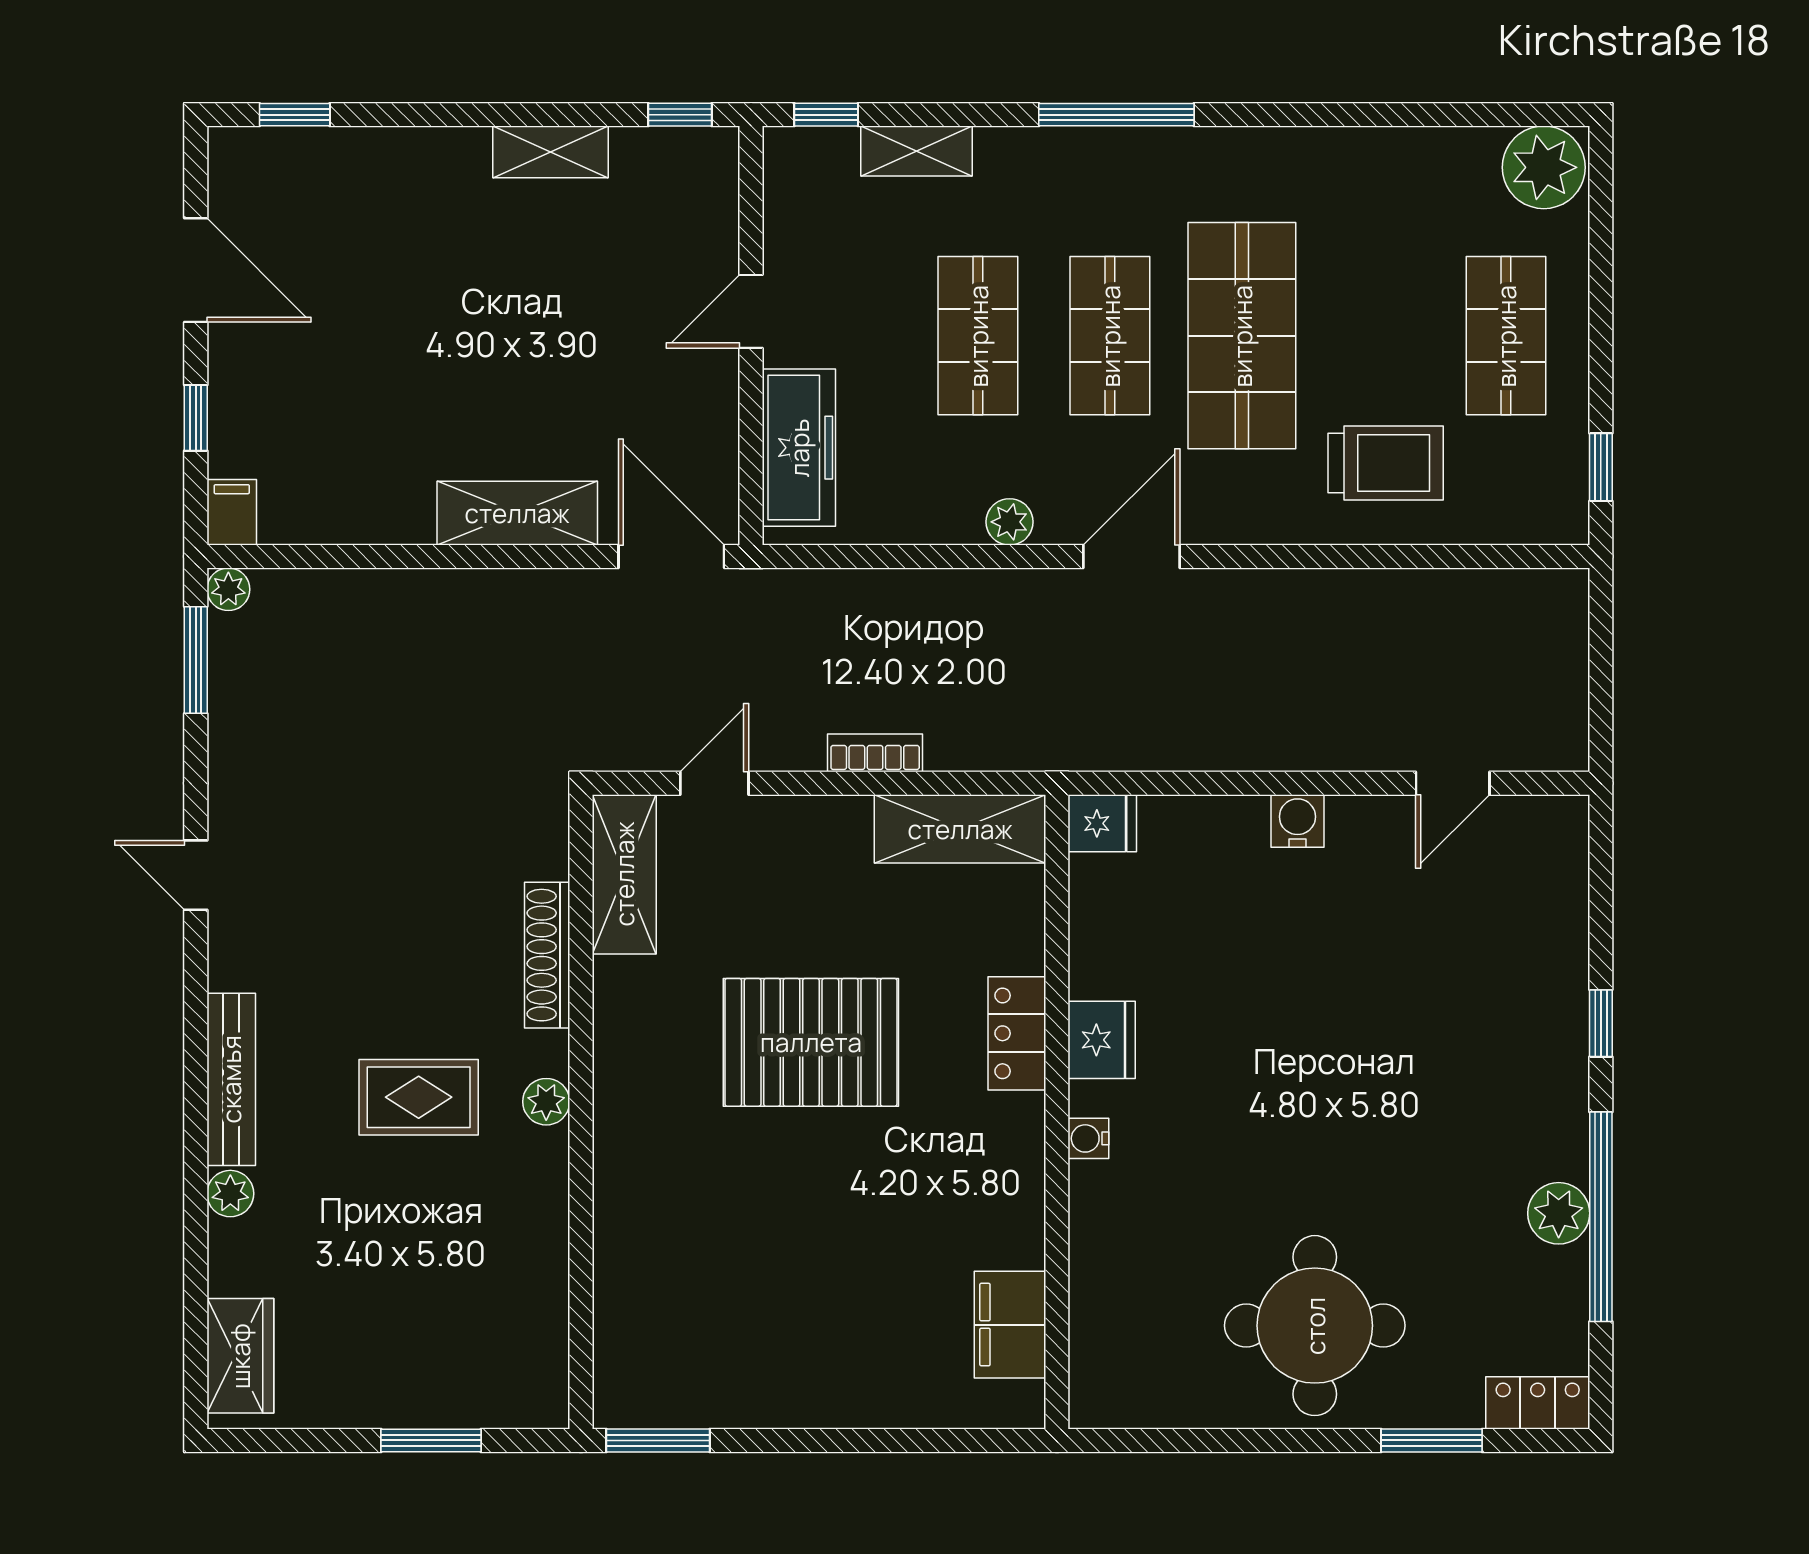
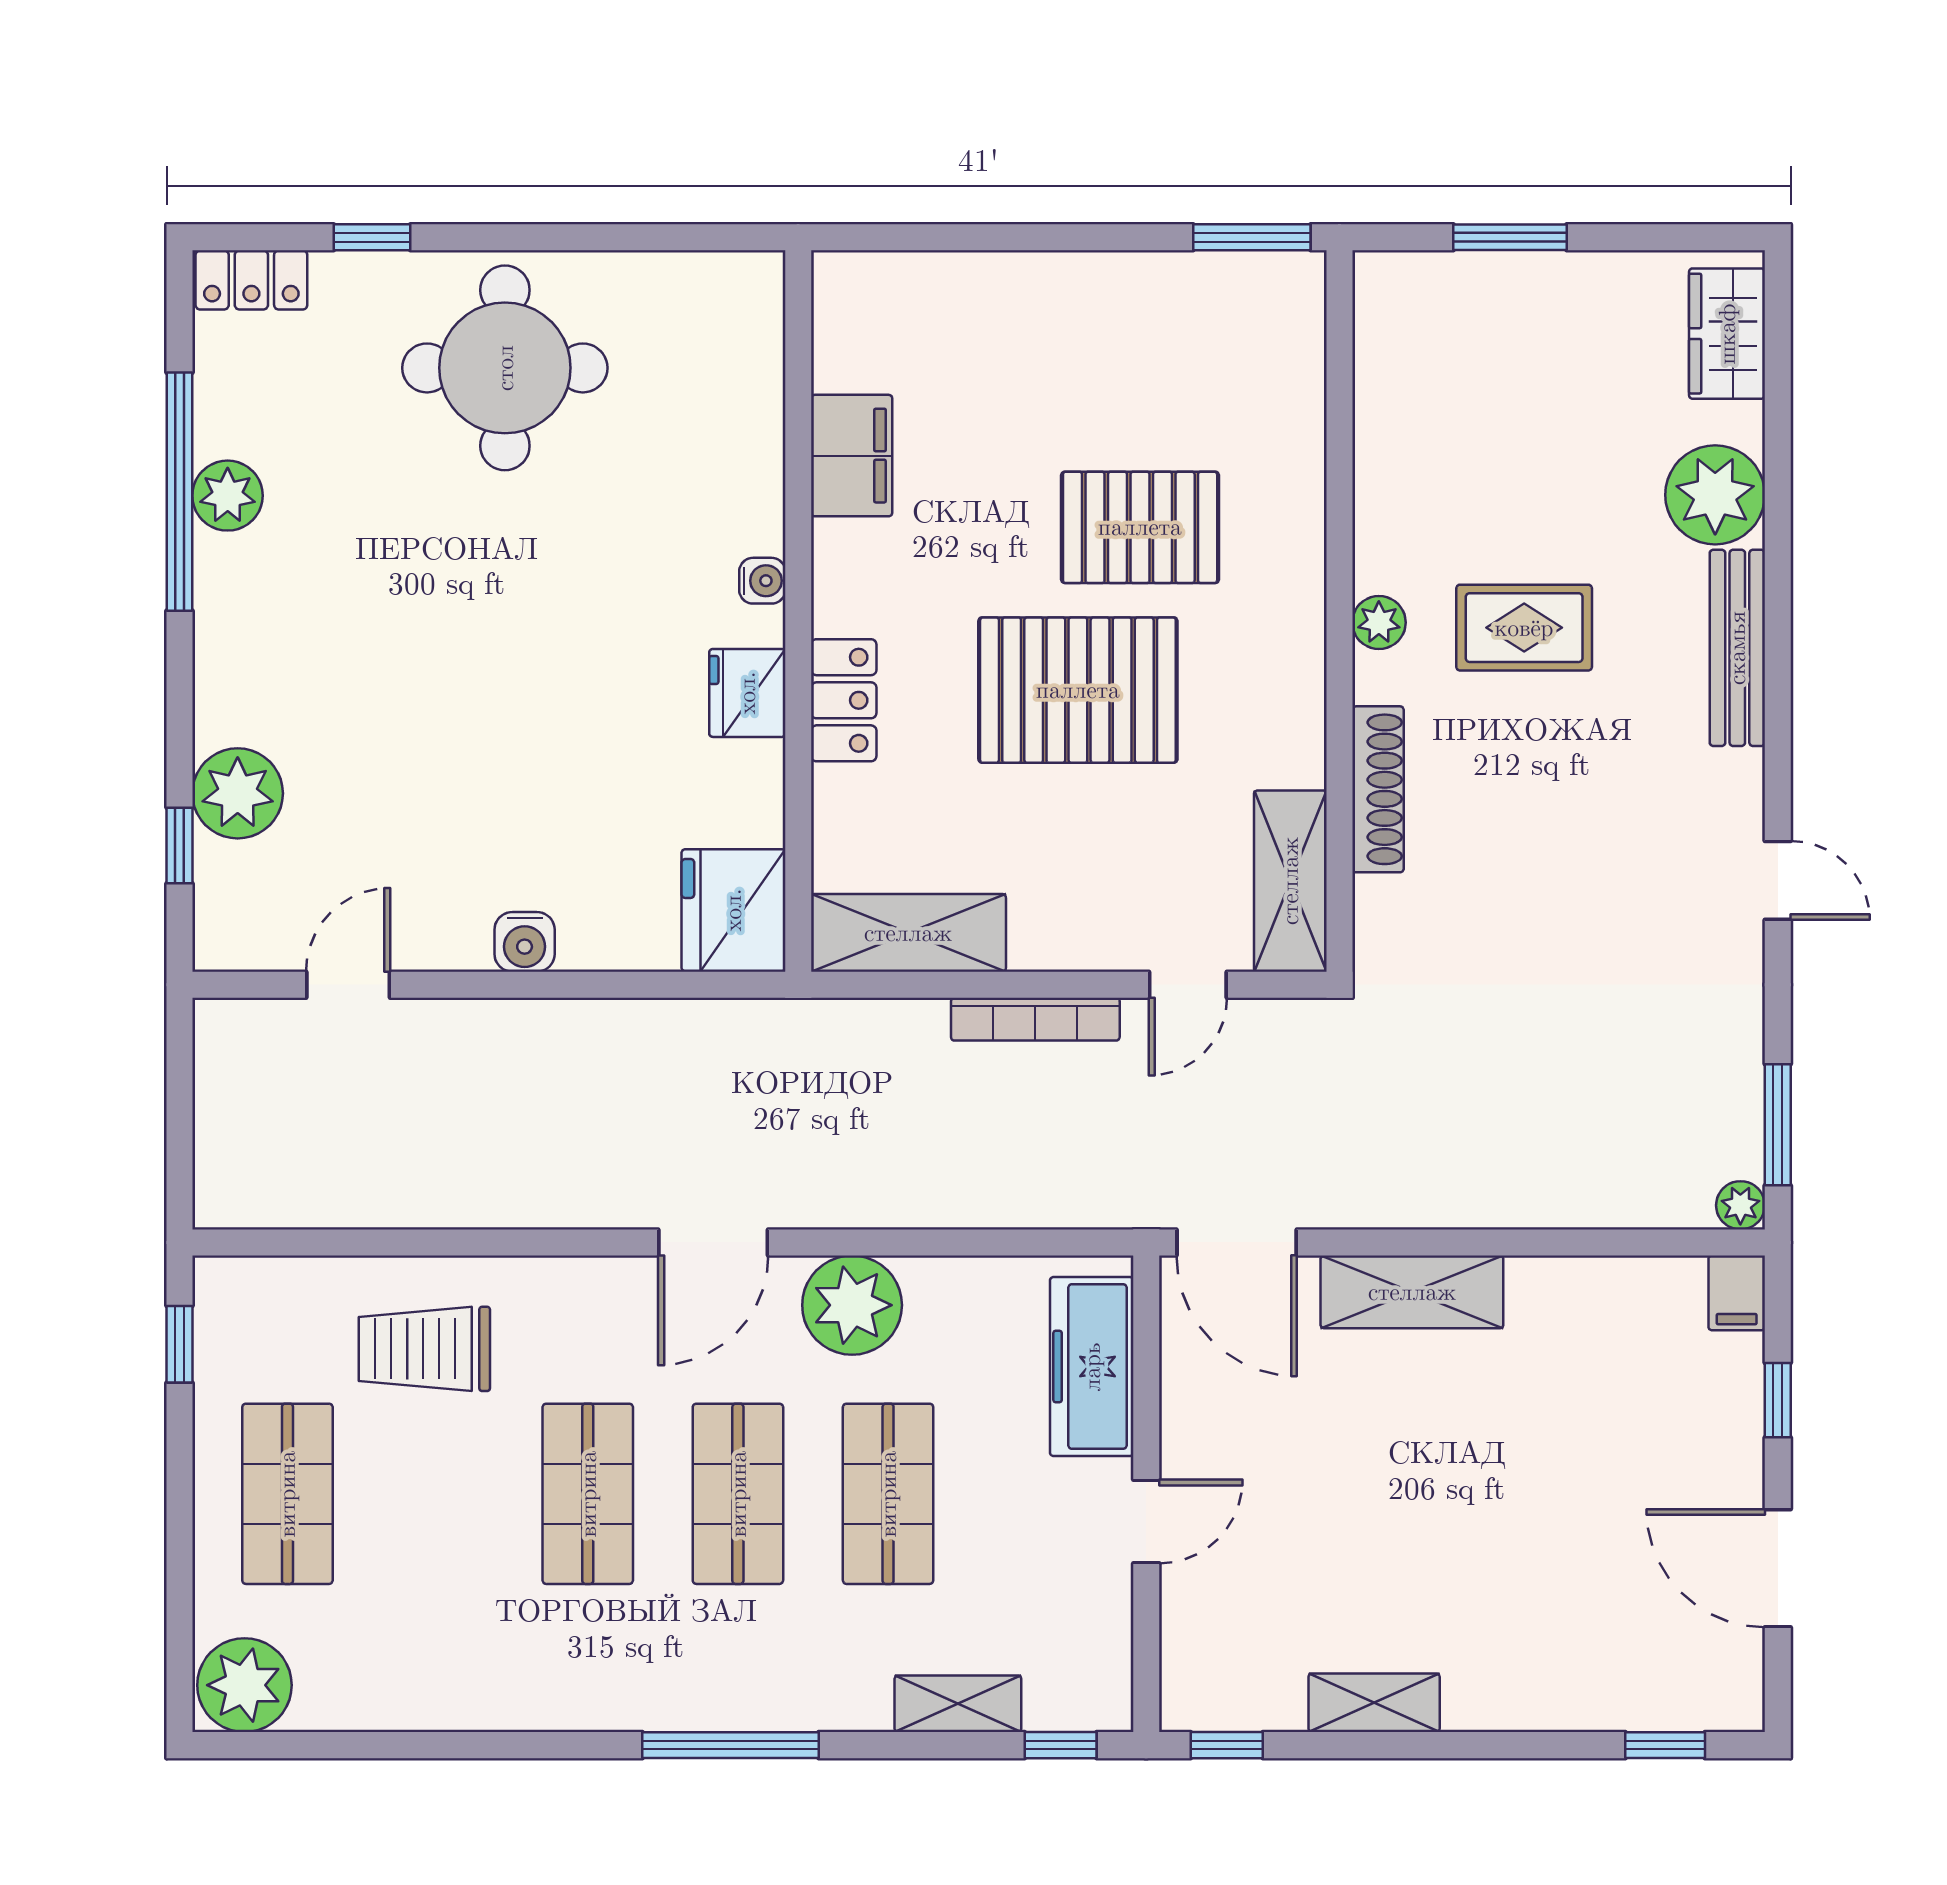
shop shelf: (1242, 336) -> (588, 1494), width x0.70, depth x0.74
plant: (1010, 522) -> (852, 1305), width x1.88, depth x1.88
bookcase: (875, 753) -> (1035, 1019), width x1.56
fridge: (1102, 823) -> (733, 910), width x1.88, depth x1.34
plant: (1550, 952) -> (238, 793), added
window: (1601, 1023) -> (180, 846), moved
pallet: (756, 1185) -> (1140, 527), added
plant: (230, 1194) -> (1715, 495), width x1.88, depth x1.88
filing cabinet: (1010, 1325) -> (852, 456), moved
window: (1432, 1440) -> (372, 237), width x0.67

